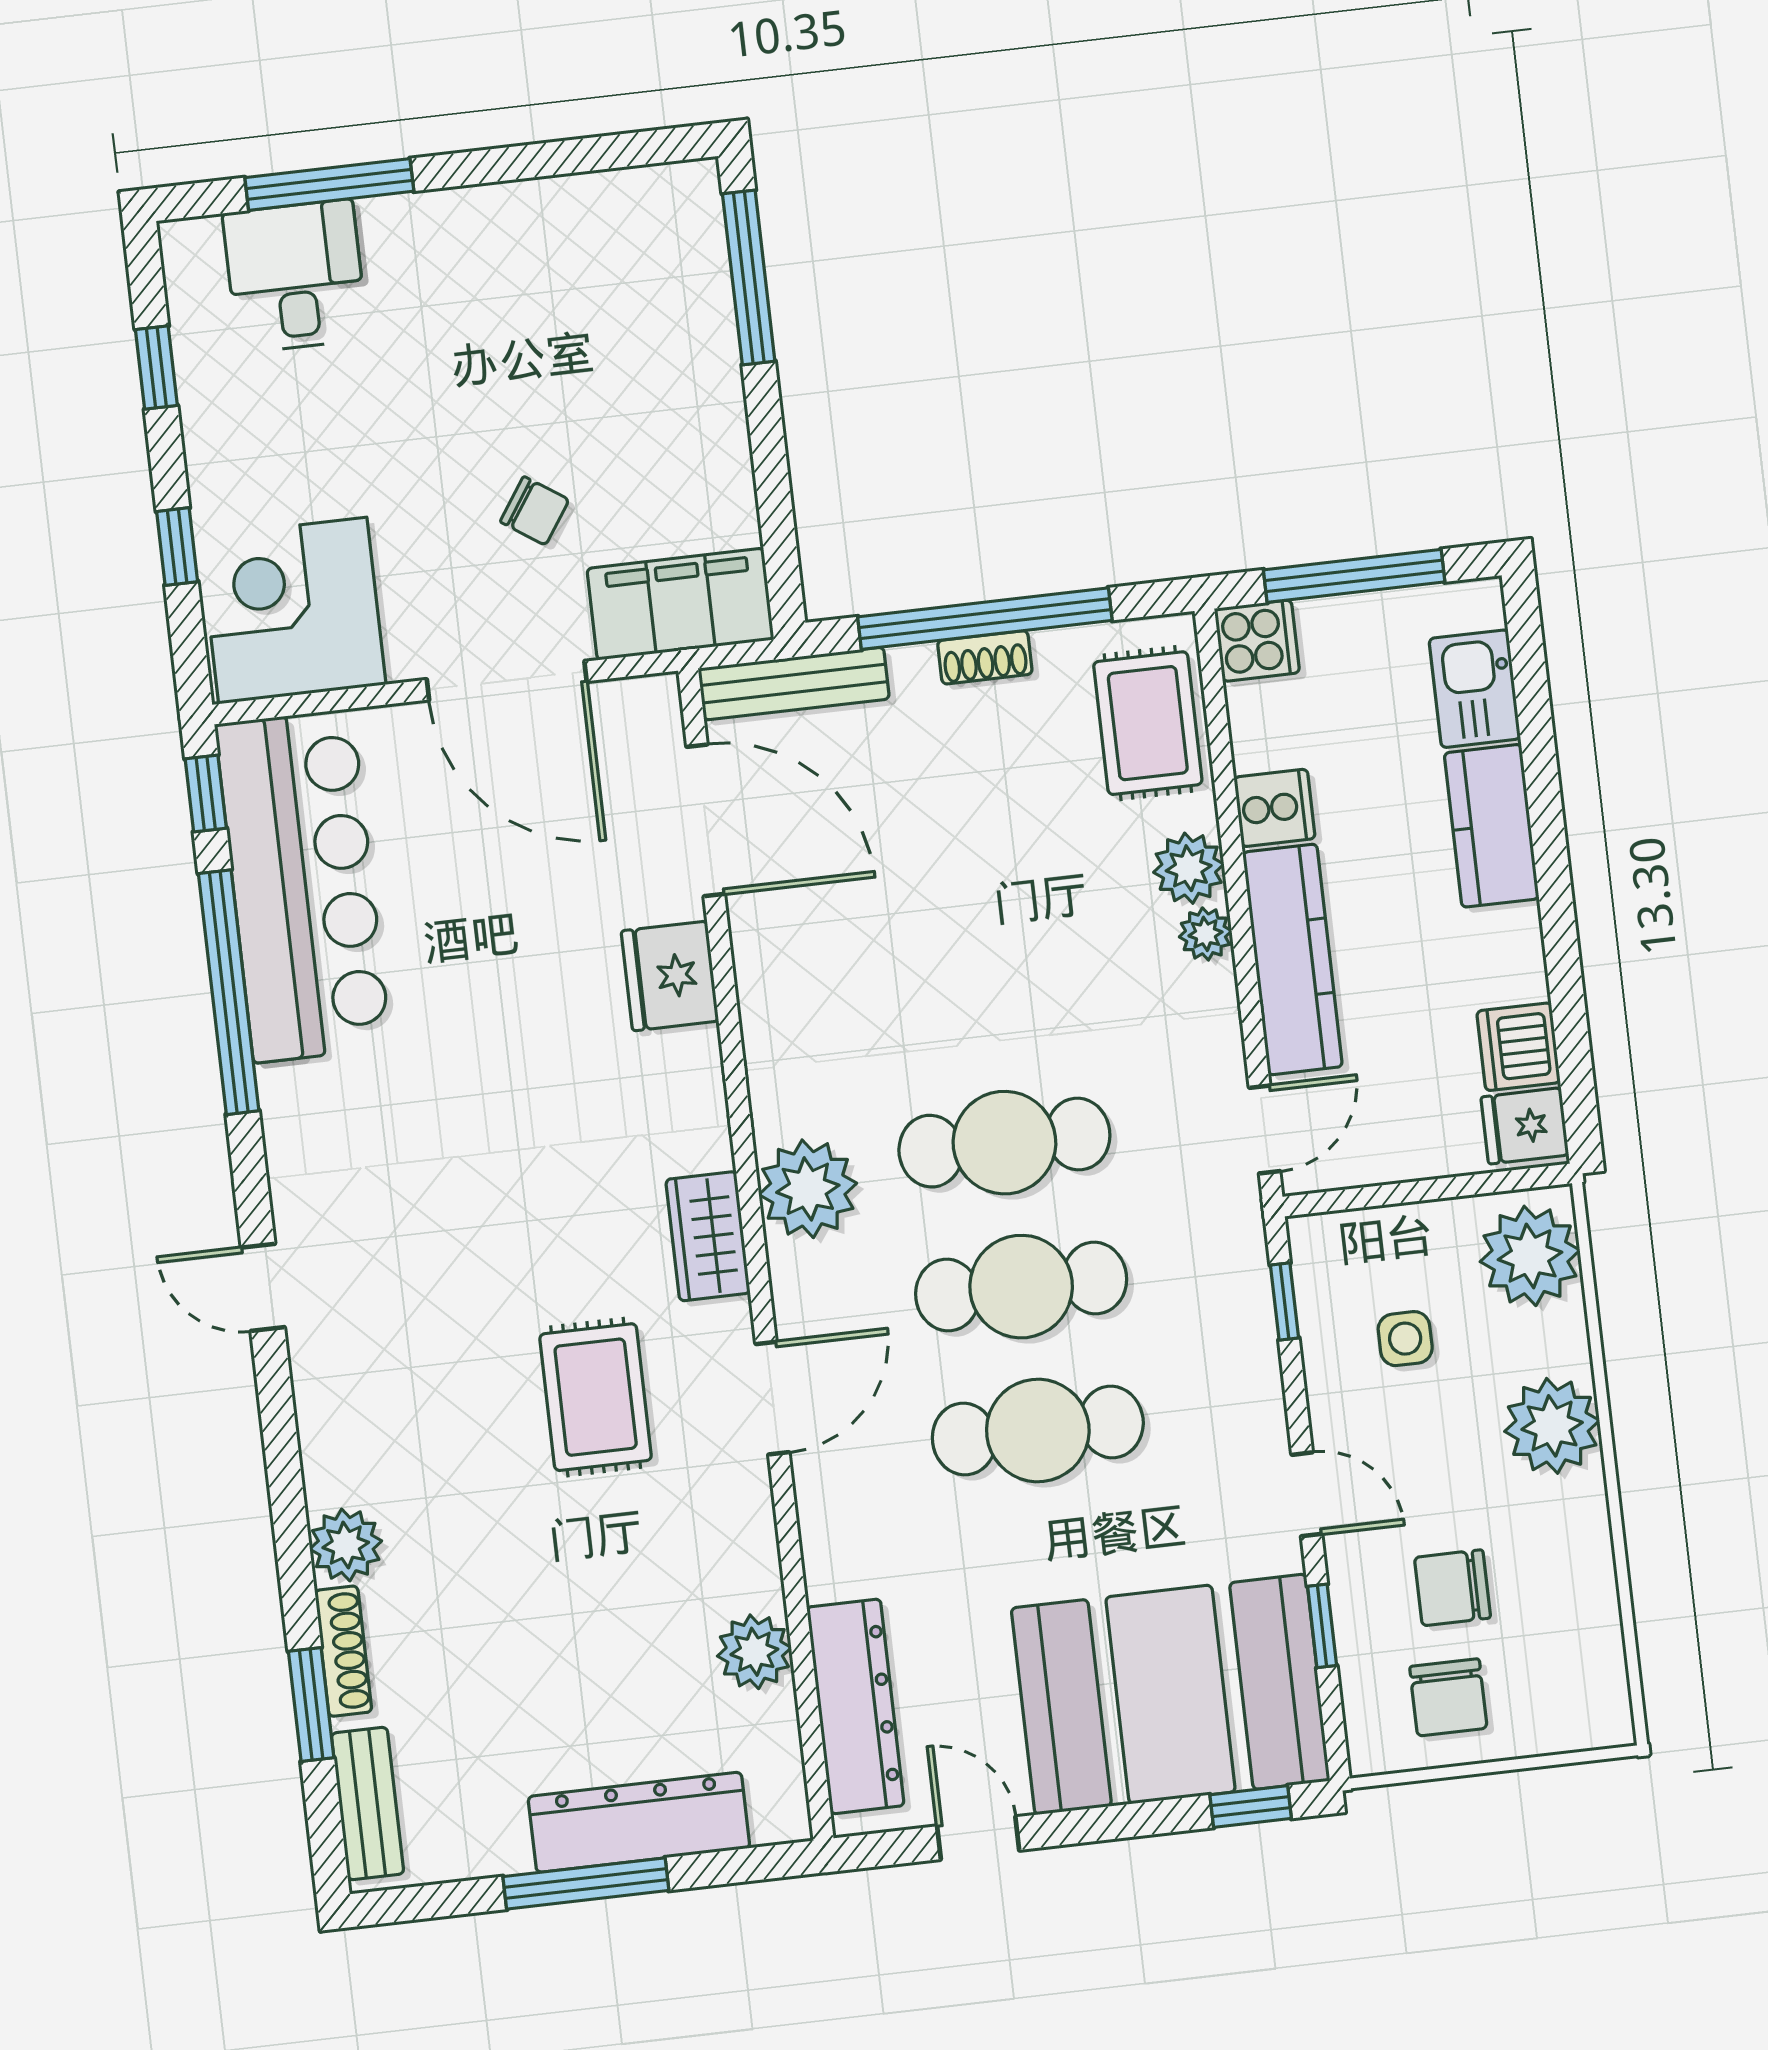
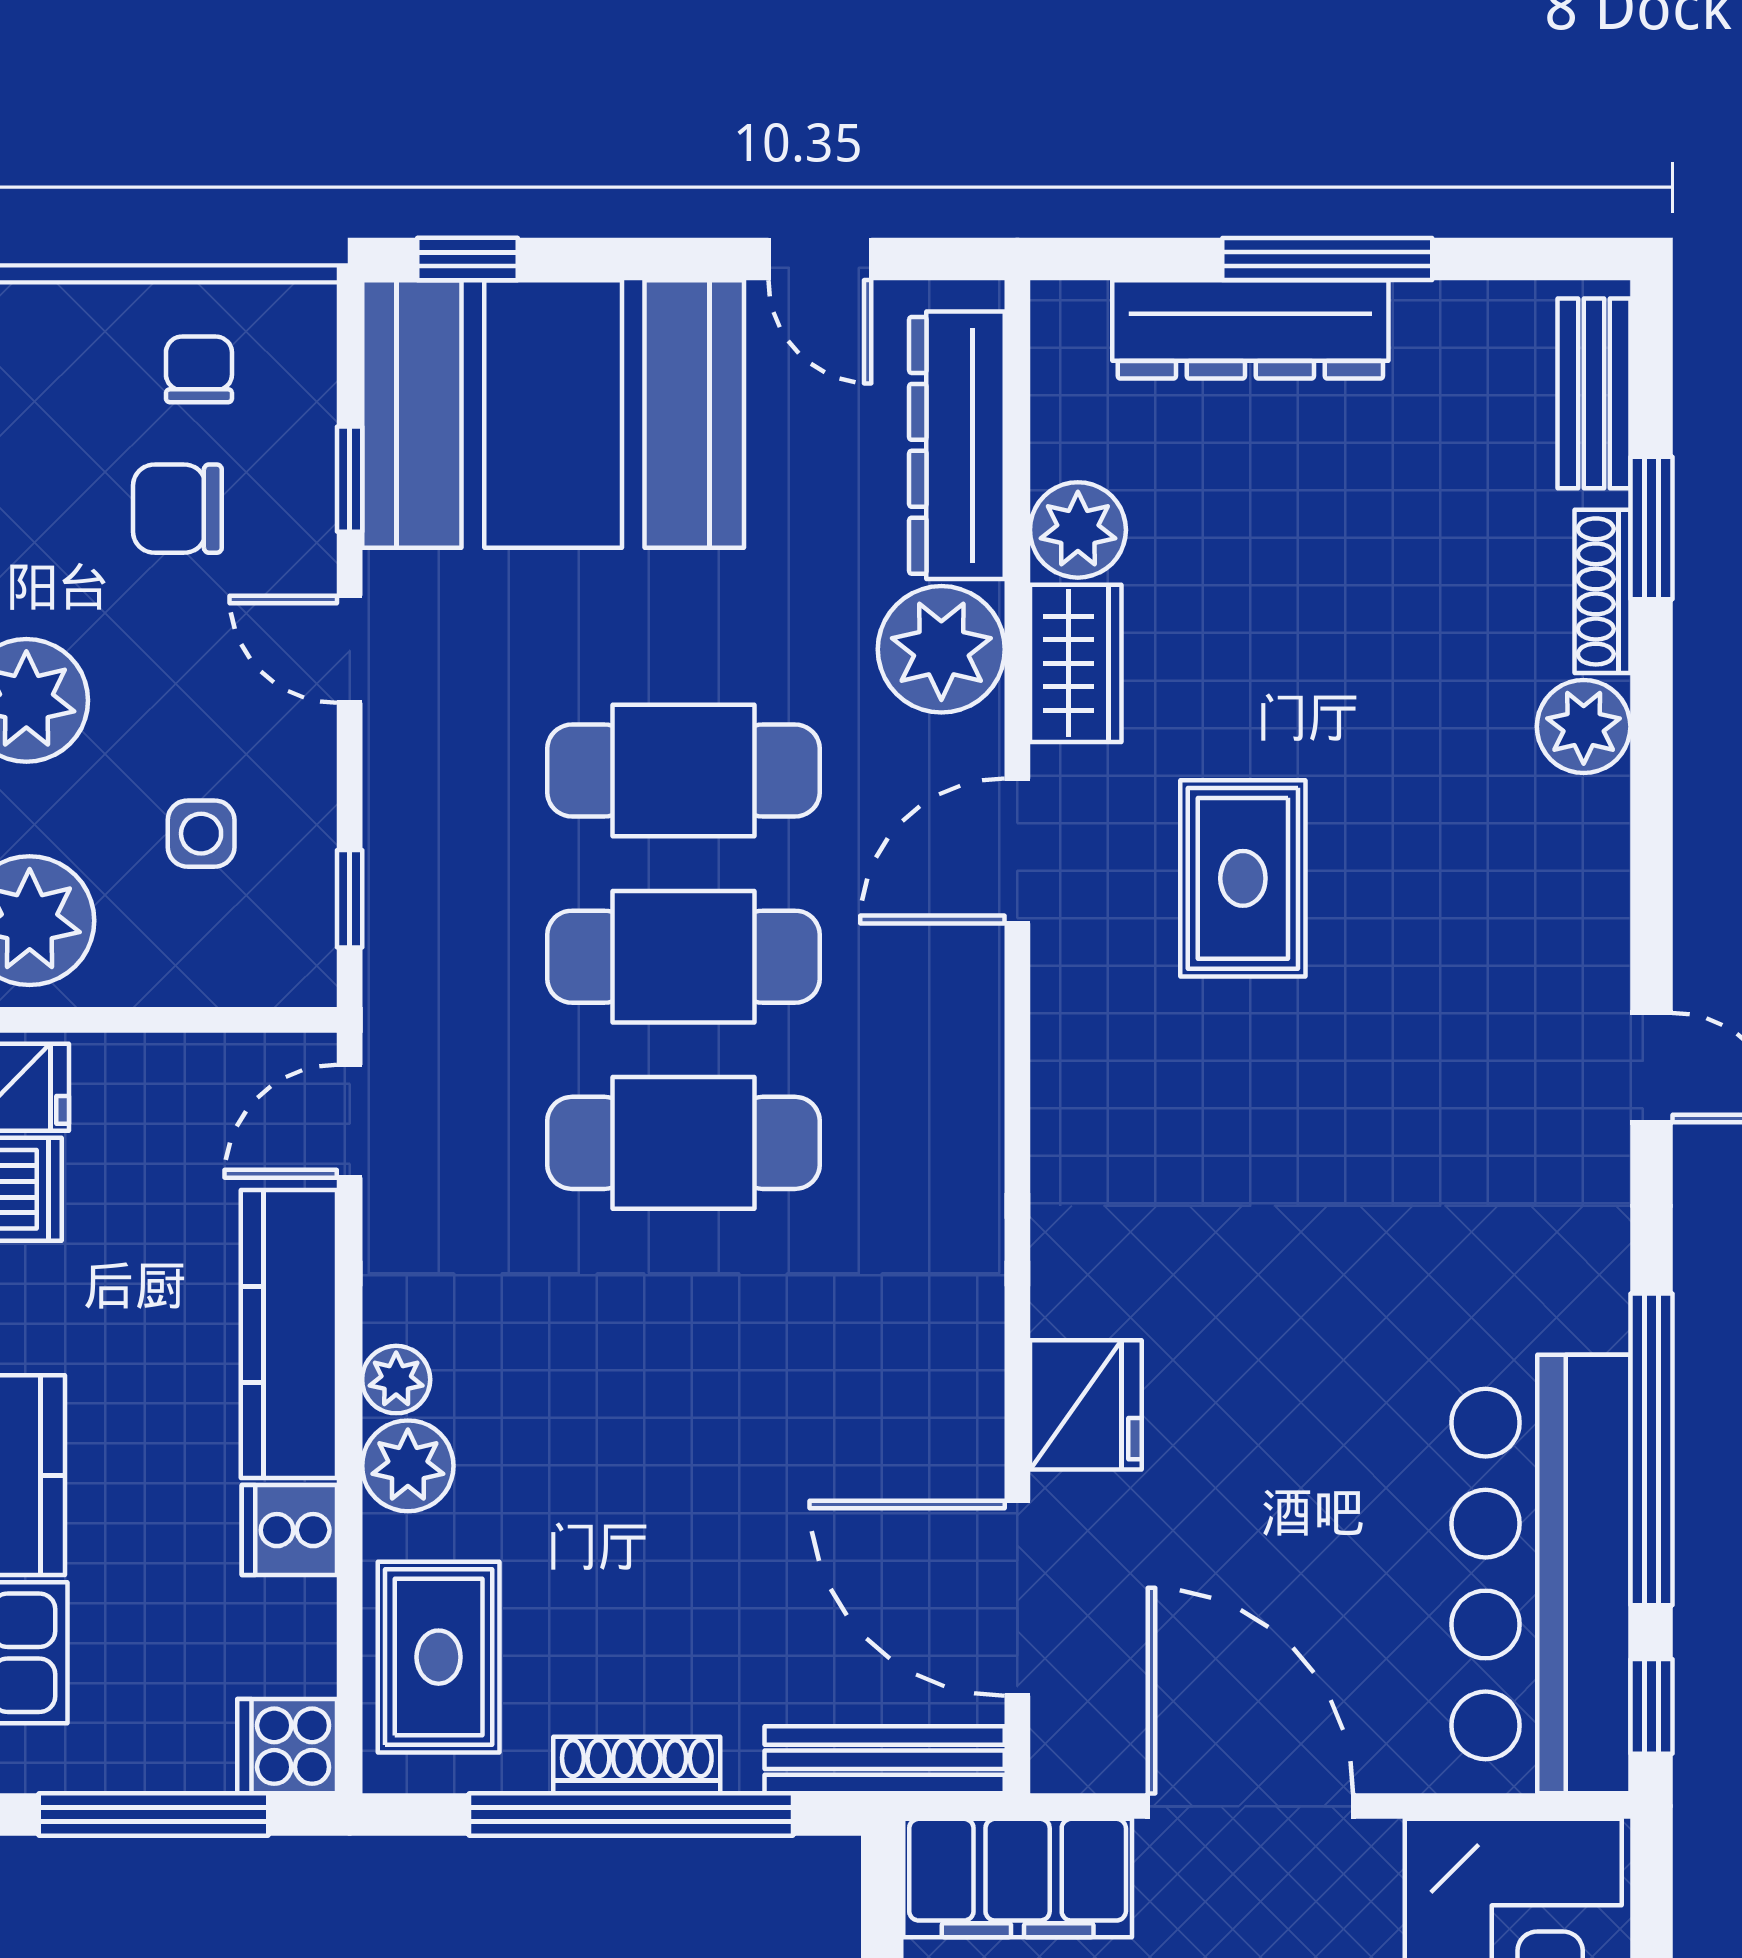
shoe rack: (985, 657) -> (637, 1765), width x1.43
plant: (808, 1189) -> (941, 649), moved
wardrobe: (708, 1236) -> (1076, 663), moved
chair: (1453, 1588) -> (177, 509), turned 180
chair: (1448, 1697) -> (199, 369), width x0.73, depth x0.73

